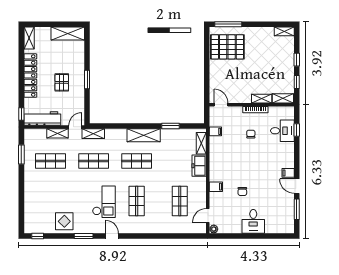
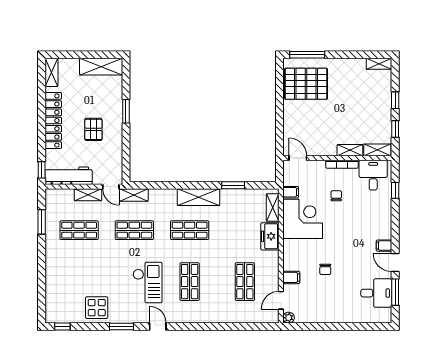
window: (87, 79) -> (126, 111), moved
door: (75, 127) -> (111, 187), swing flipped
desk: (282, 131) -> (373, 175), moved, turned -90
corner desk: (225, 152) -> (303, 219), added
filing cabinet: (216, 187) -> (291, 277), moved
desk: (253, 221) -> (376, 293), moved, turned -90

